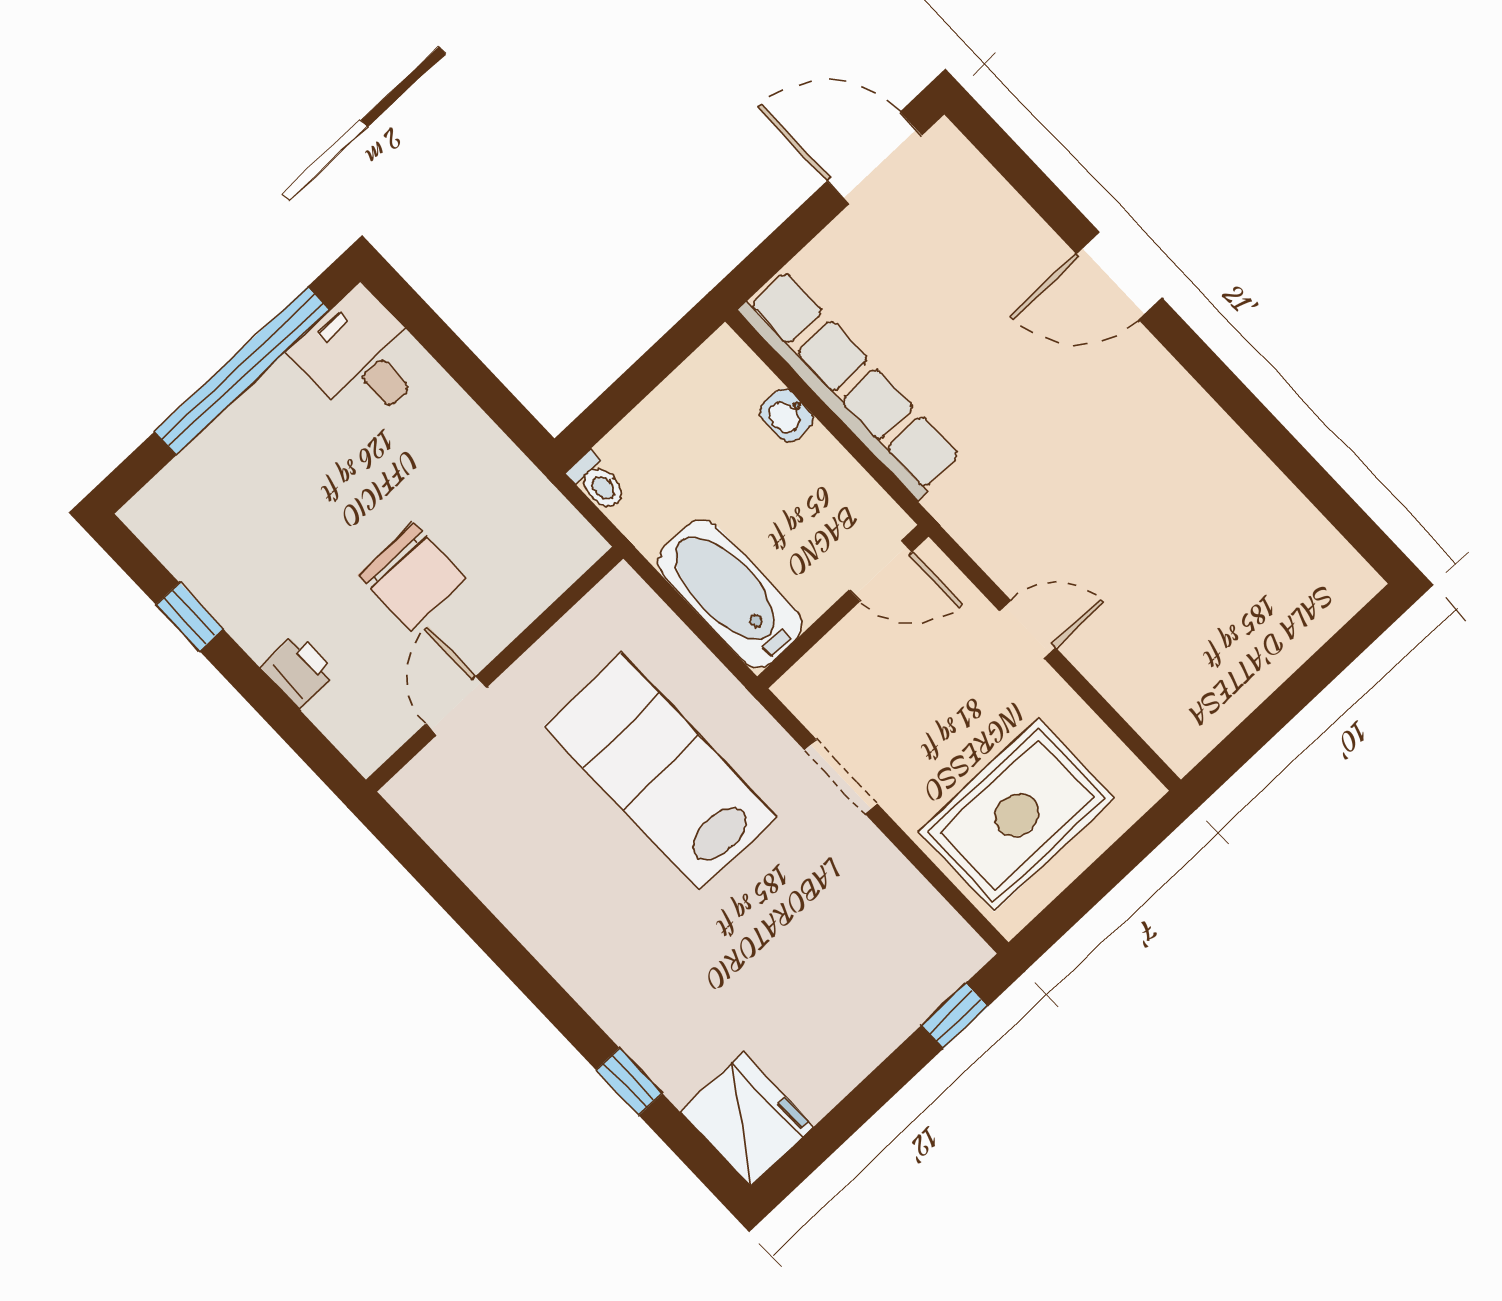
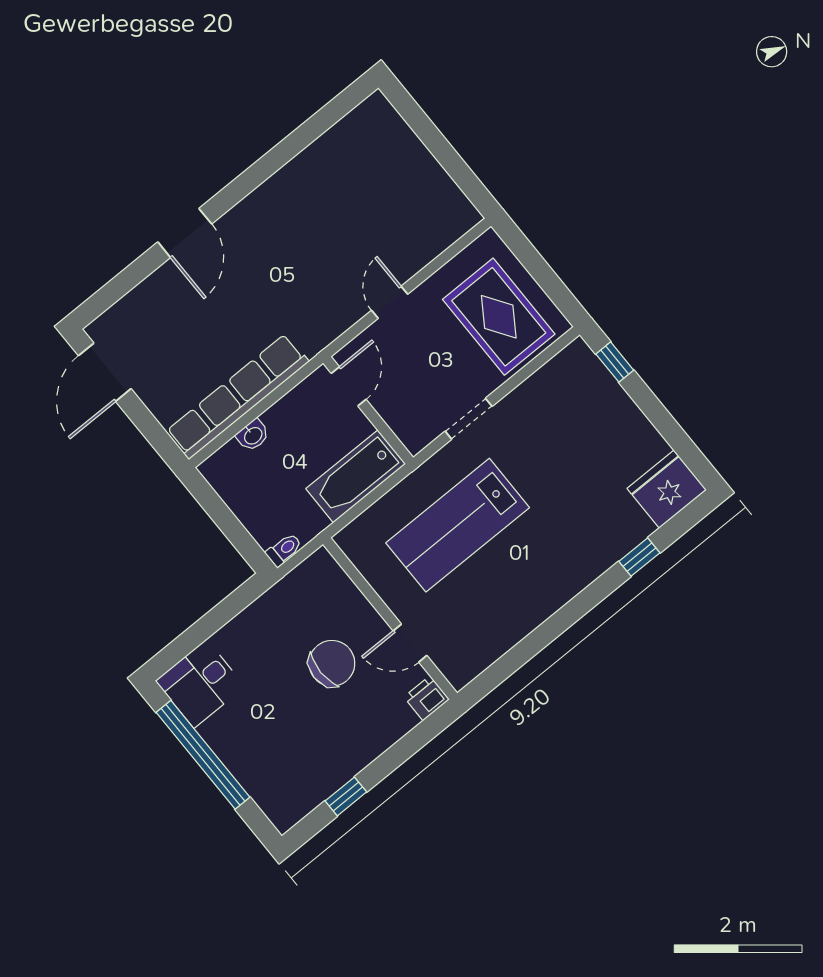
printer: (299, 671) -> (427, 698), moved

